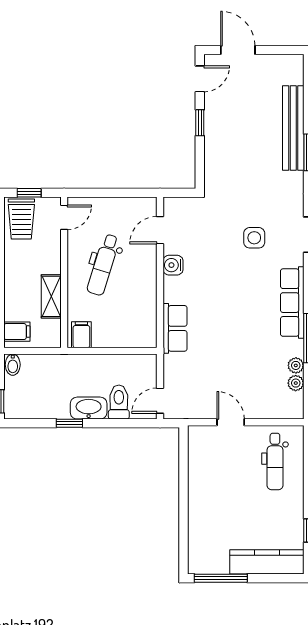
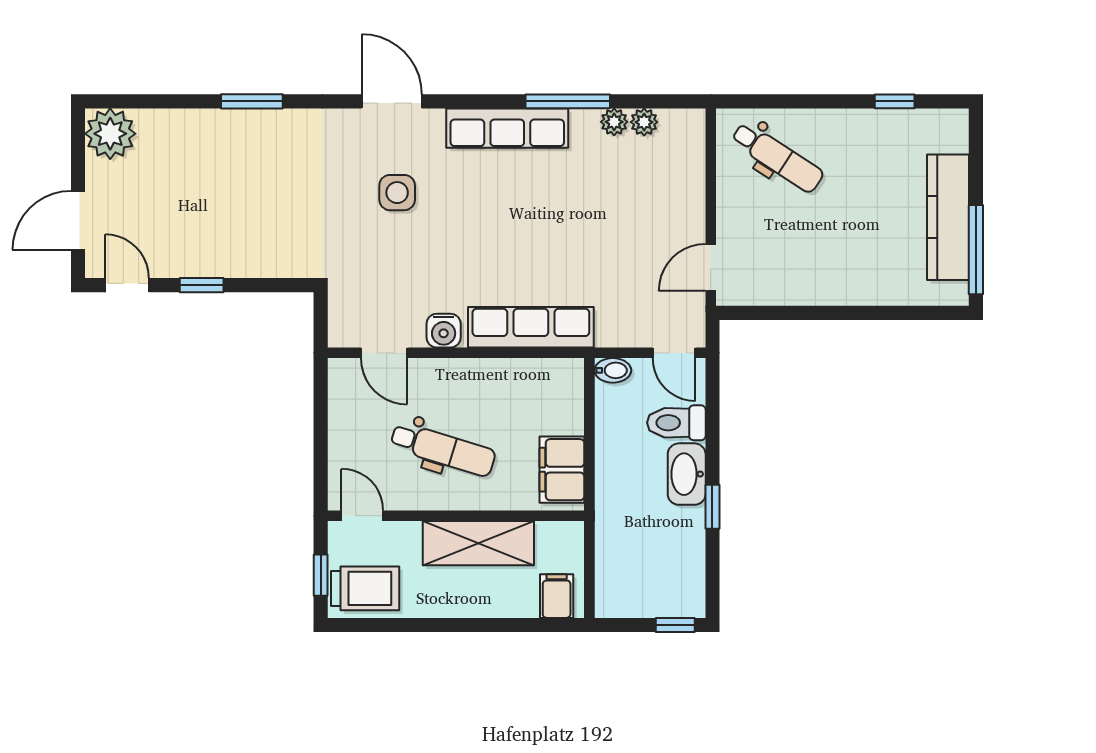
plant: (289, 69) -> (110, 134), added
bench: (293, 128) -> (210, 126), removed
shelving: (51, 296) -> (478, 543), width x1.50, depth x1.33
row of seats: (175, 328) -> (531, 327), width x1.48
filing cabinet: (81, 335) -> (562, 470), width x2.00
bidet: (13, 365) -> (613, 370), moved
door: (231, 422) -> (711, 267), moved
dental chair: (275, 461) -> (777, 157), turned 33
kitchen counter: (267, 562) -> (948, 217), moved

